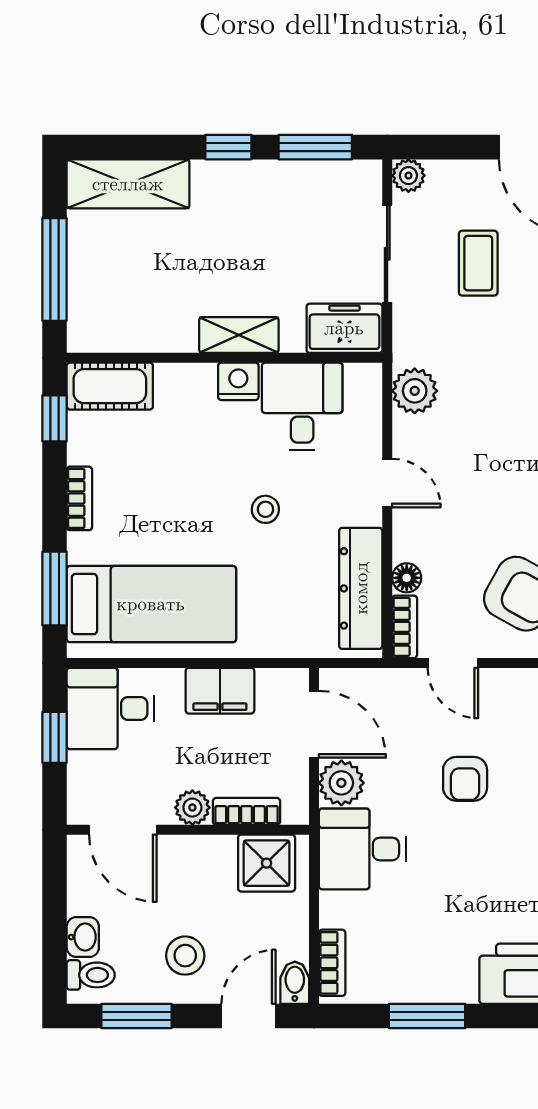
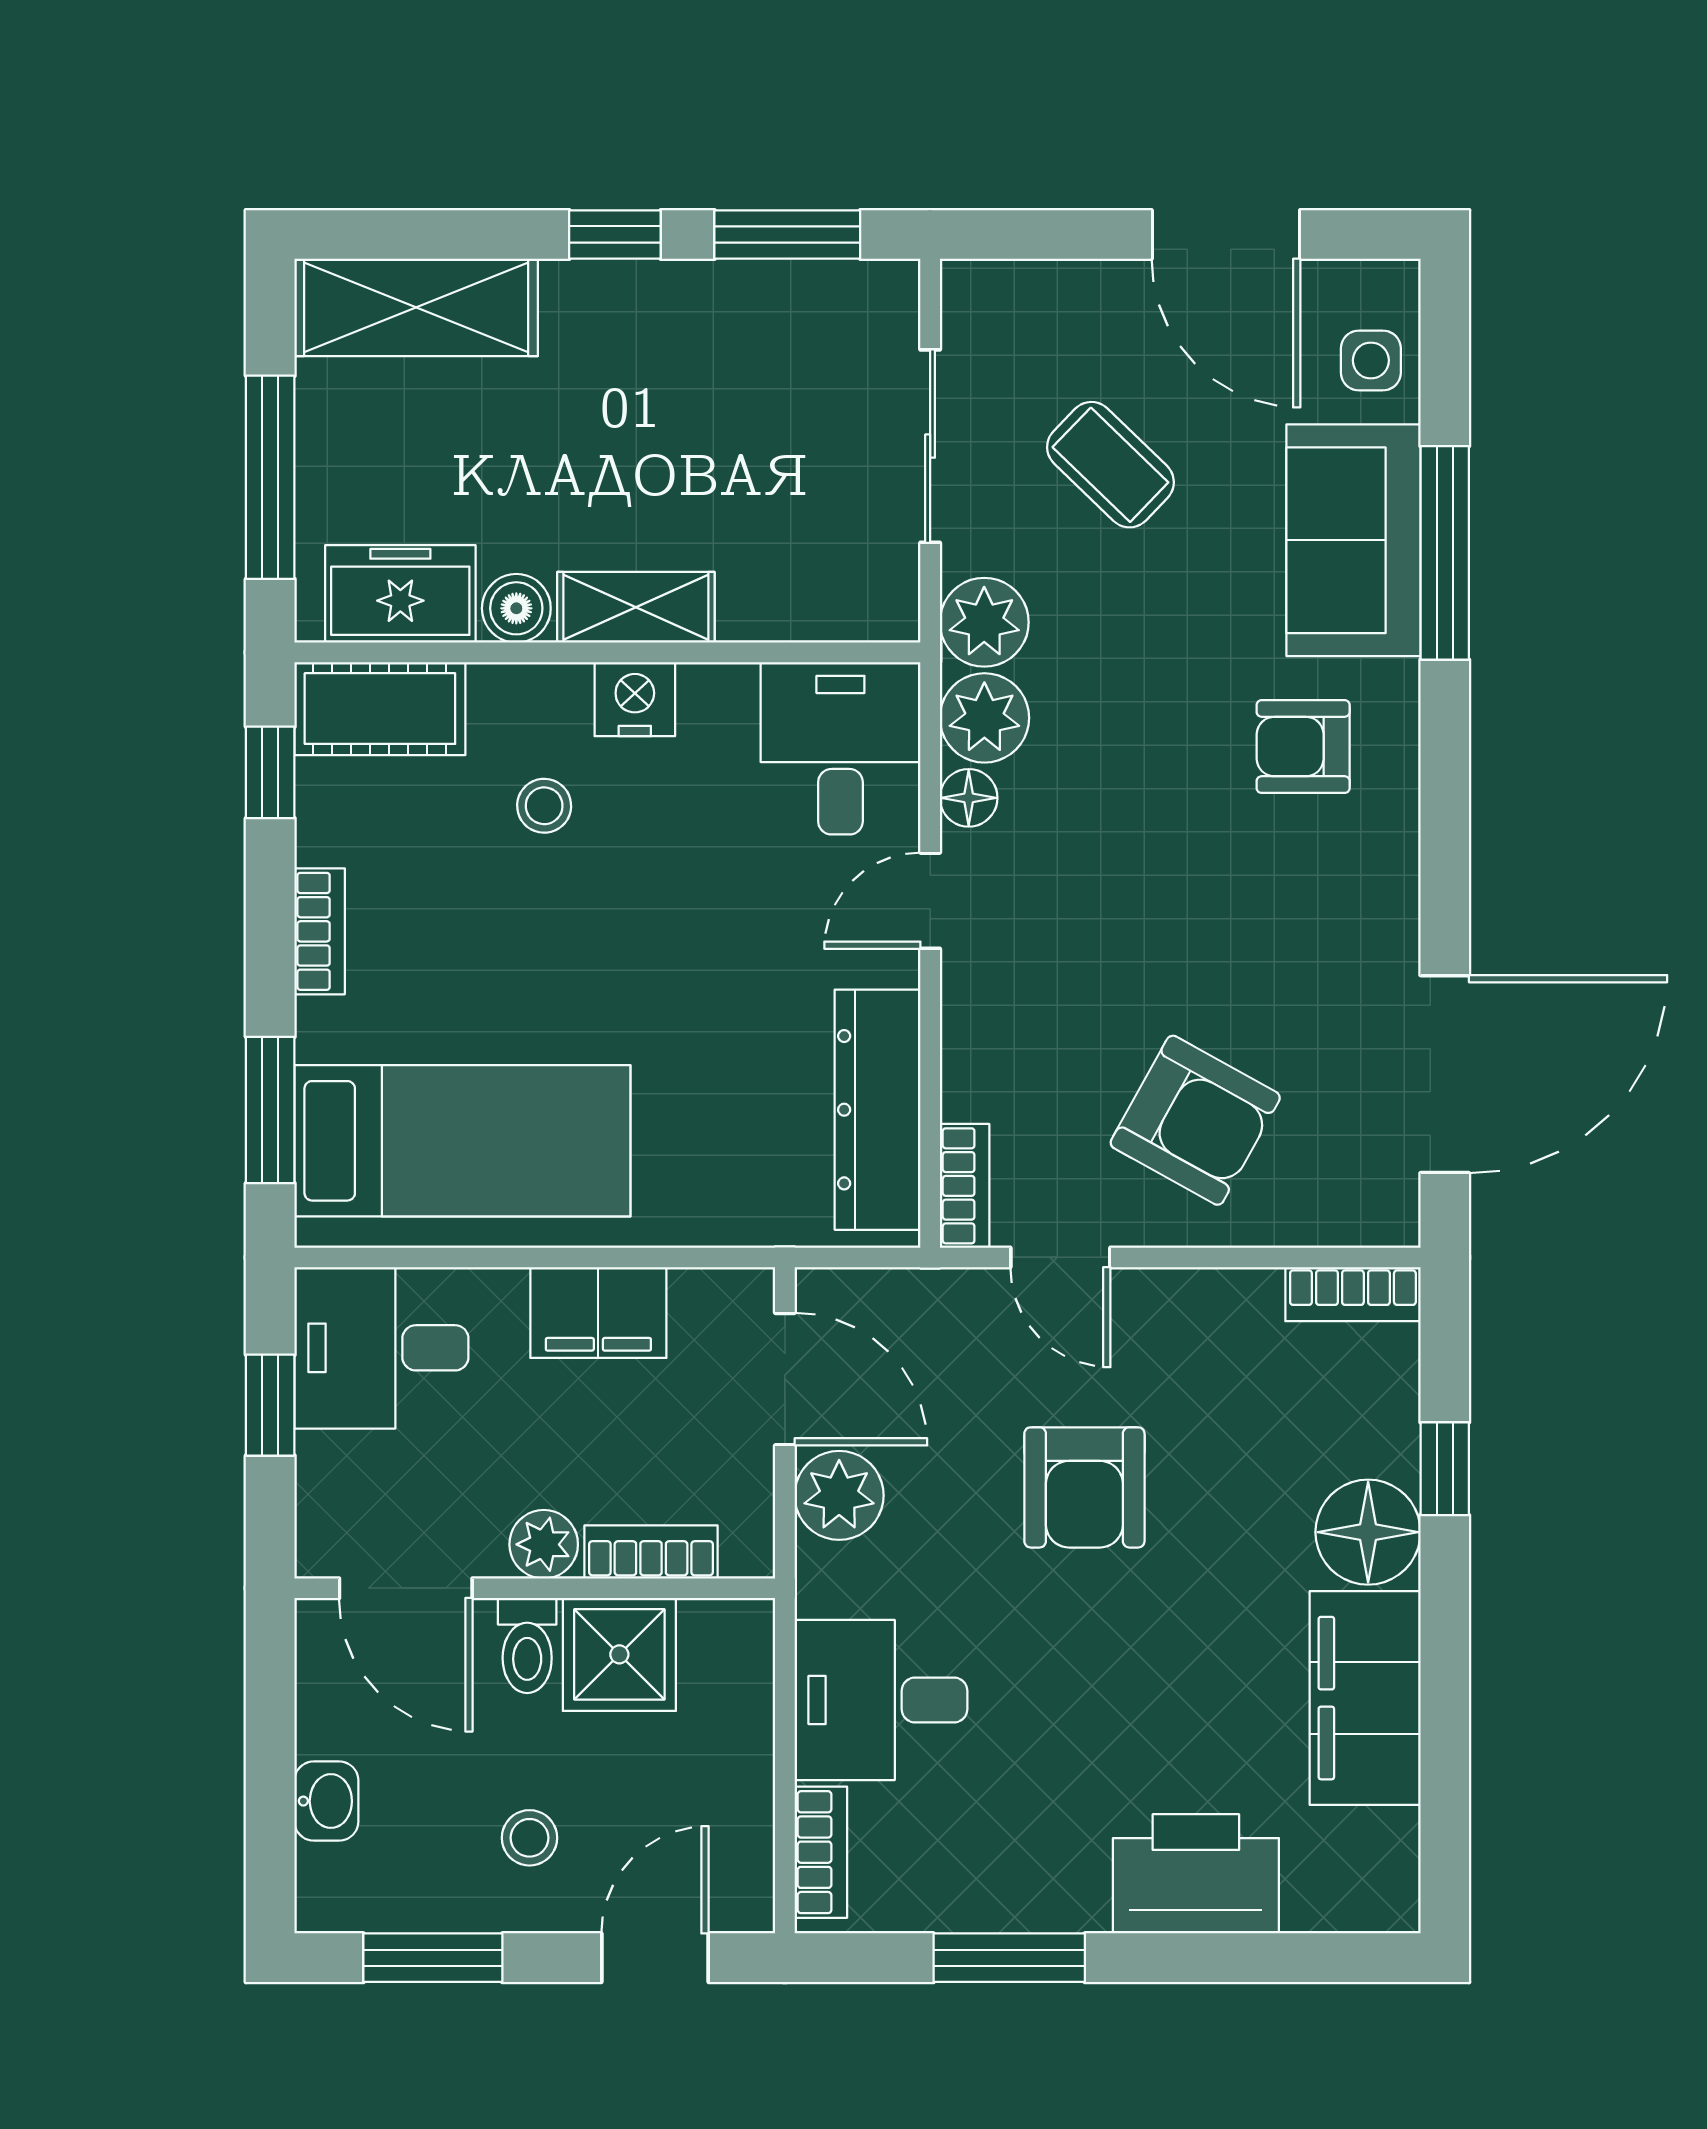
plant: (408, 176) -> (984, 622), moved, width x1.38, depth x1.38
coffee table: (478, 263) -> (1110, 465), turned -46
freezer: (344, 328) -> (400, 594), moved
boiler: (179, 336) -> (516, 608), added
desk: (302, 406) -> (840, 748), moved
door: (387, 483) -> (930, 901), swing flipped
stool: (265, 509) -> (544, 806), moved
floor lamp: (407, 578) -> (969, 798), moved
armchair: (465, 779) -> (1084, 1487), width x1.38, depth x1.38
desk: (362, 849) -> (881, 1700), moved
shower: (267, 863) -> (619, 1654), moved
stool: (185, 956) -> (529, 1838), width x0.73, depth x0.73
toilet: (91, 975) -> (527, 1646), moved, turned 90
bidet: (295, 983) -> (747, 1892), removed

